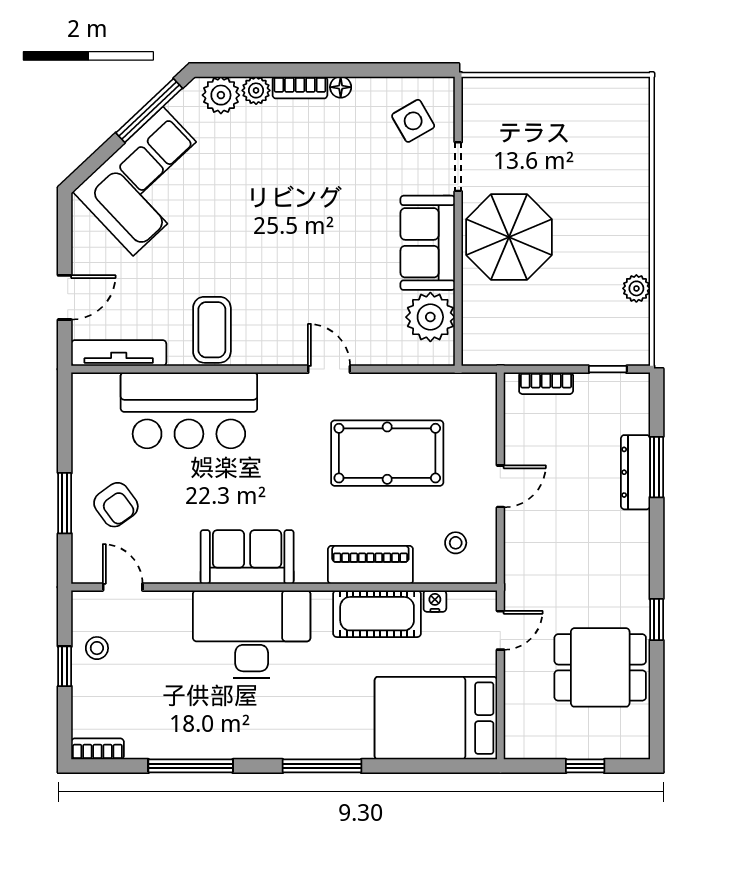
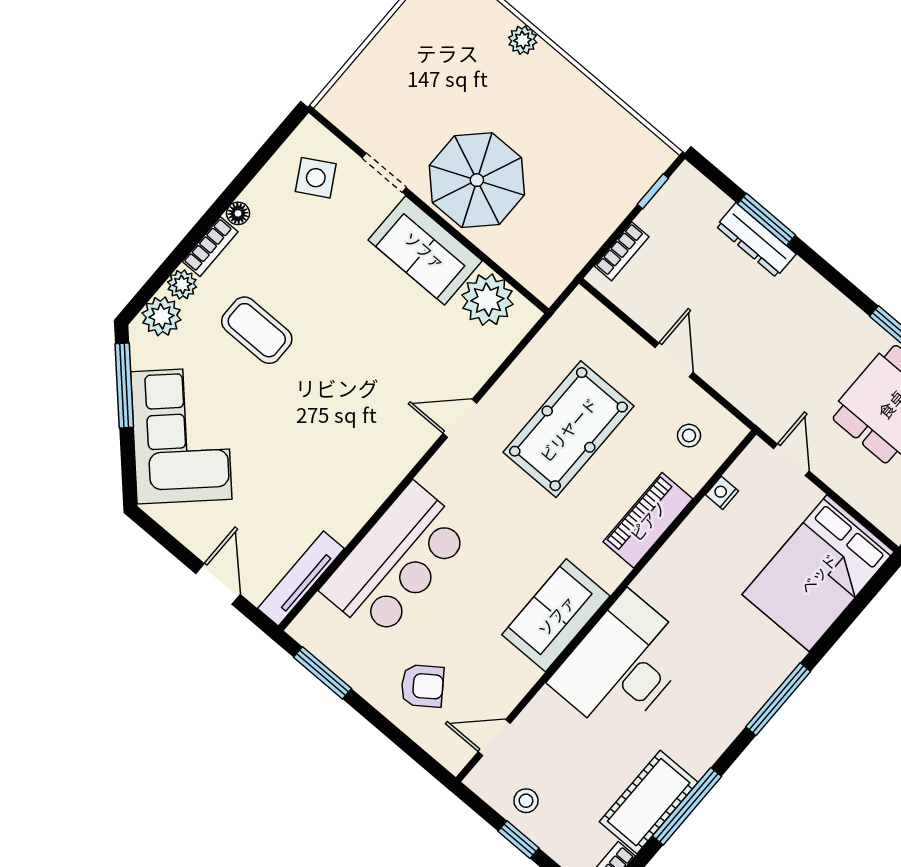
plant: (636, 288) -> (523, 40), moved
coffee table: (212, 330) -> (257, 330), moved
window: (65, 503) -> (322, 673), moved
cot: (377, 614) -> (649, 802), moved

